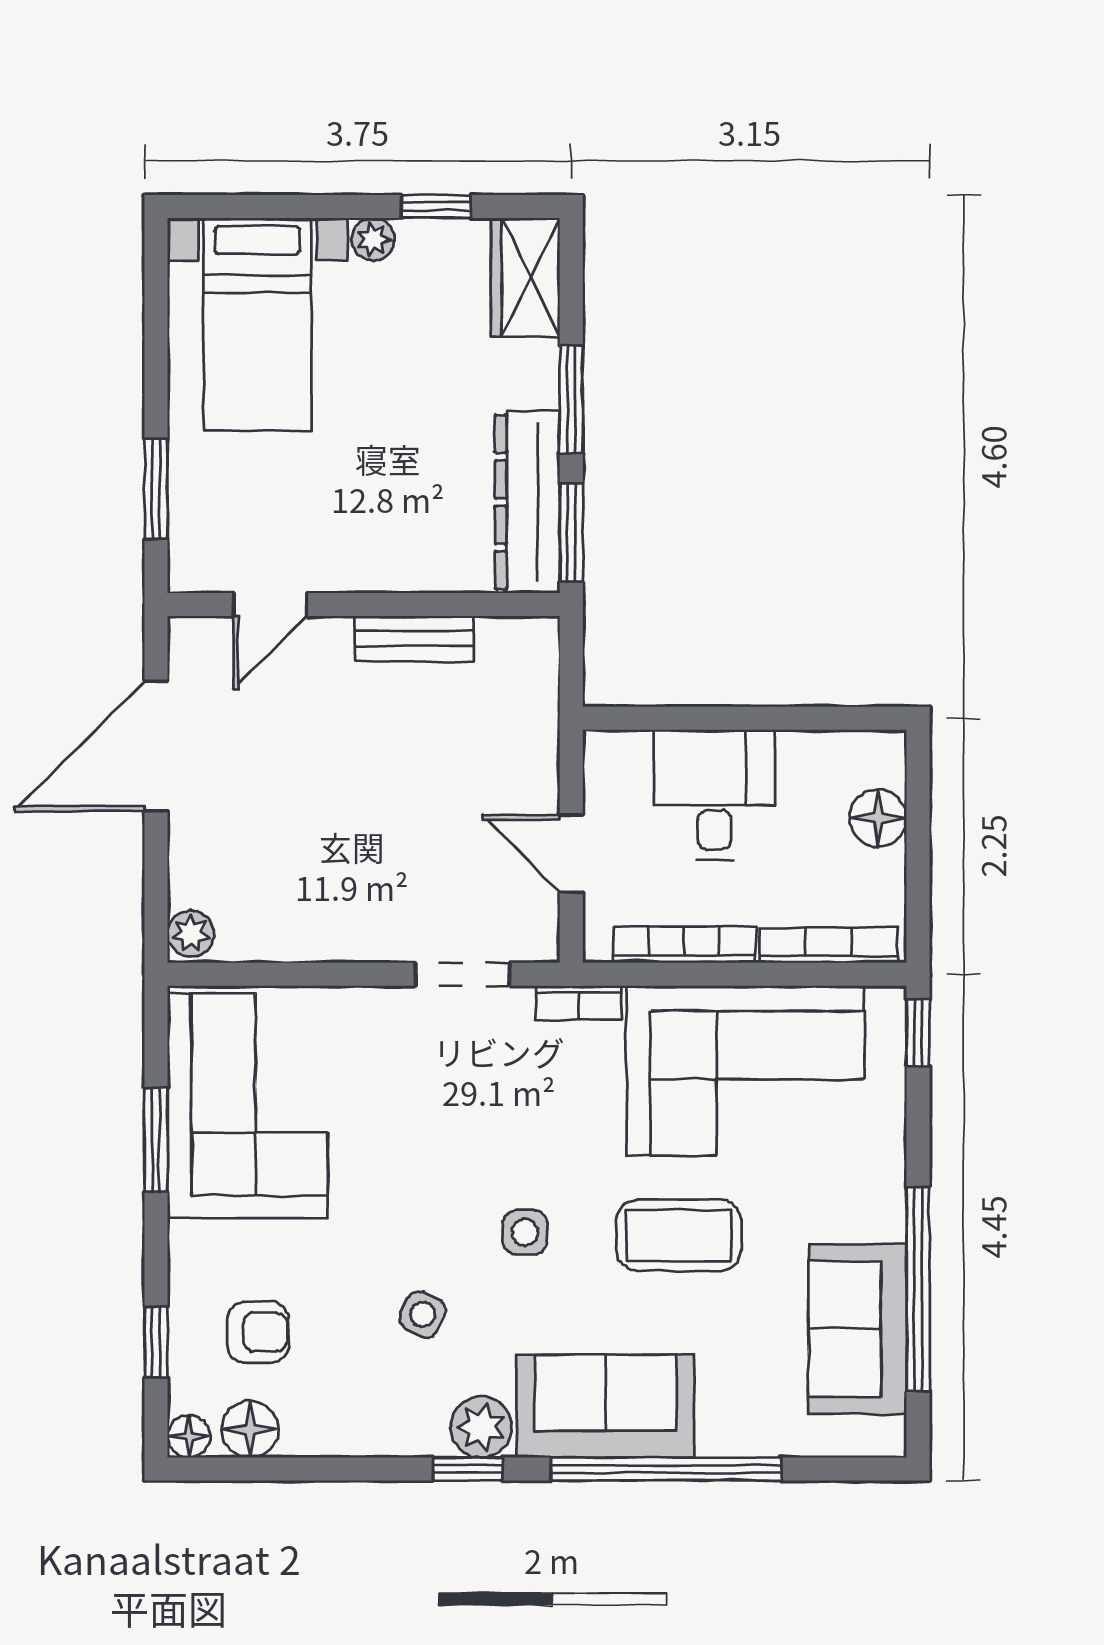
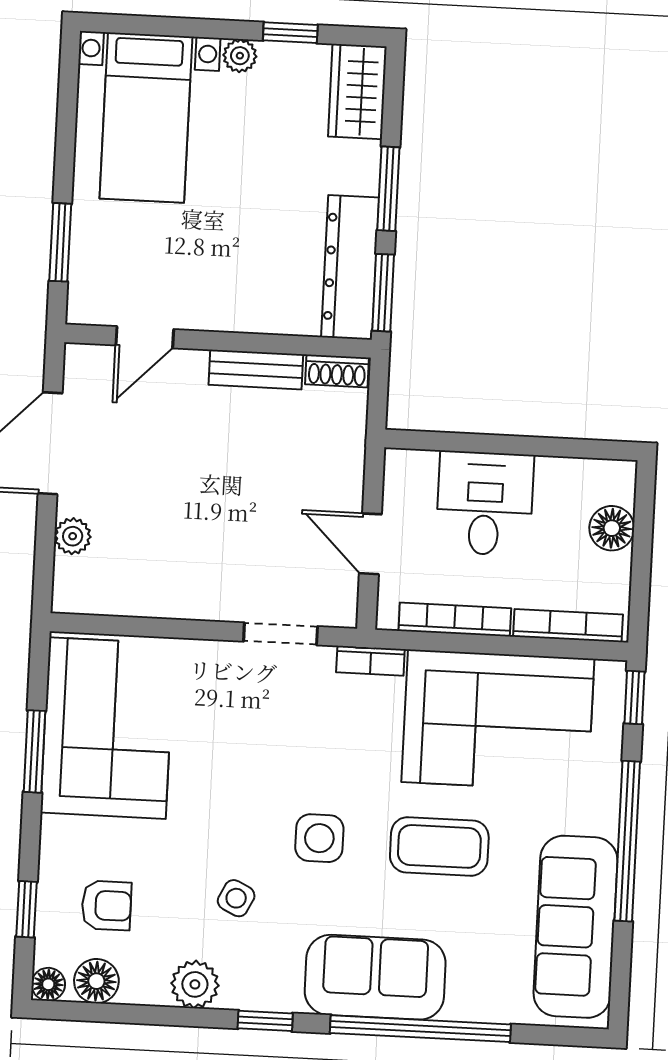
shoe rack: (517, 635) -> (337, 371), added
plant: (191, 934) -> (73, 536), moved
side table: (525, 1232) -> (319, 838), width x1.37, depth x1.37
window: (918, 1289) -> (627, 841), moved
sofa: (858, 1329) -> (575, 927), width x1.36
plant: (481, 1427) -> (195, 984), moved

